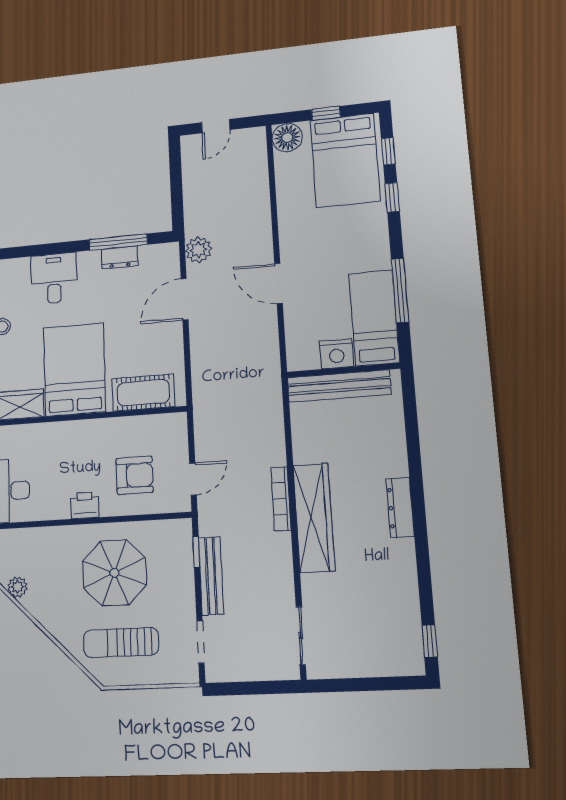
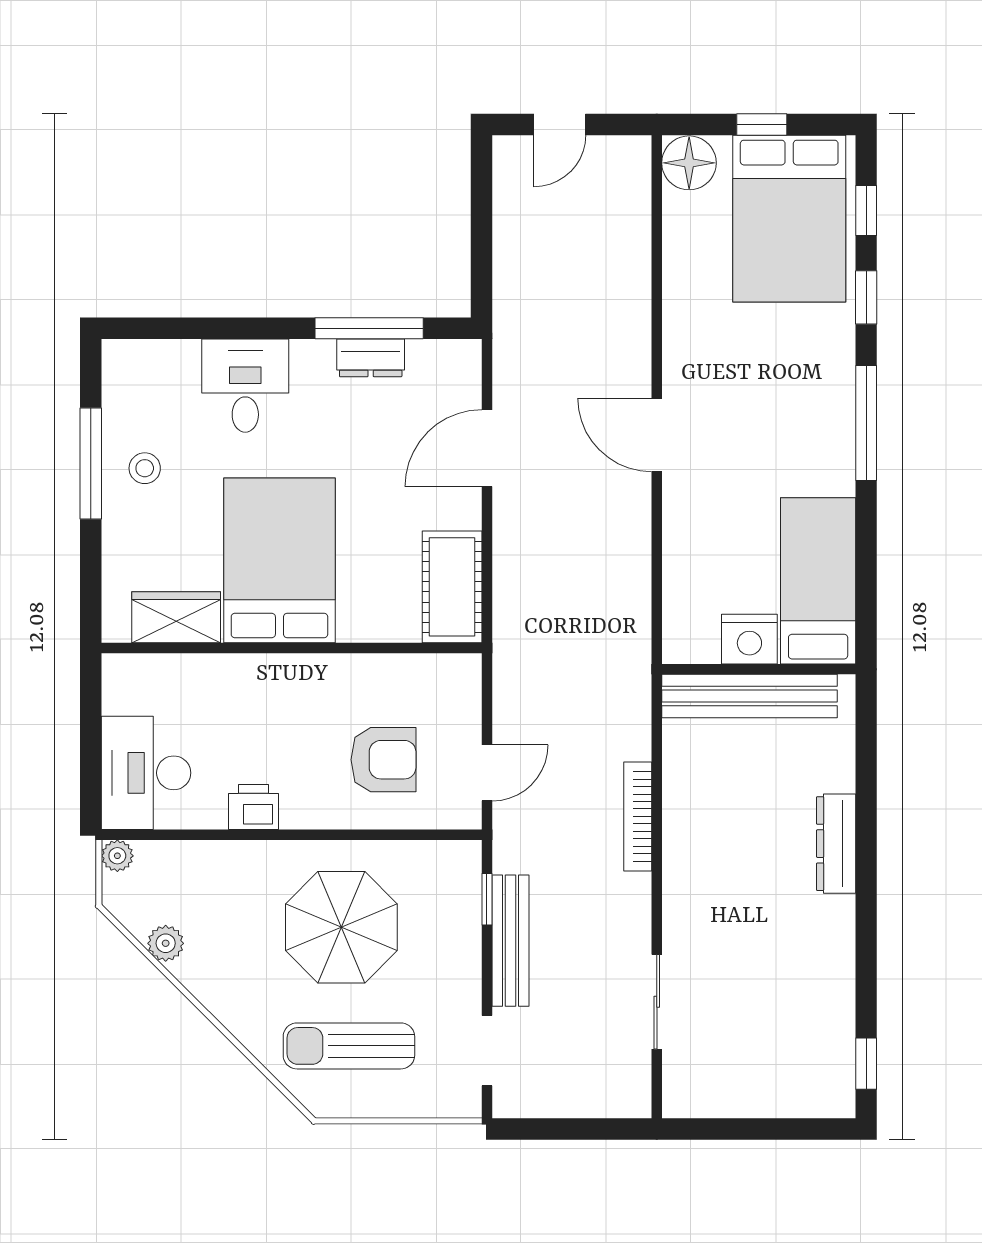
plant: (198, 250) -> (516, 358), removed
window: (400, 290) -> (866, 423), moved
bed: (374, 318) -> (818, 581), moved
nightstand: (337, 354) -> (749, 639), moved
wall: (343, 370) -> (759, 669), moved
bench: (339, 386) -> (749, 696), moved
cot: (143, 393) -> (452, 587), moved, turned 90
printer: (85, 505) -> (253, 807), moved
wardrobe: (314, 518) -> (691, 852), removed
sliding door: (301, 636) -> (657, 1002), moved

